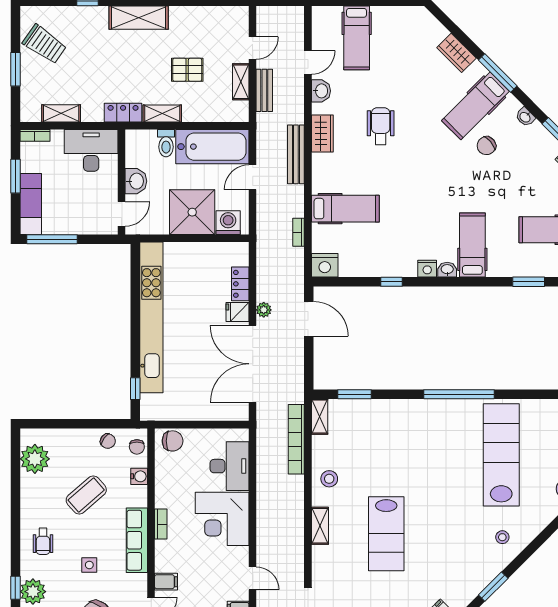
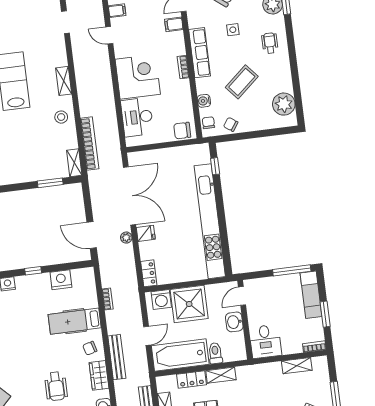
locker: (123, 113) -> (192, 380), moved
desk: (91, 150) -> (265, 341), width x0.73
chair: (330, 171) -> (90, 348), added
nightstand: (325, 265) -> (61, 280), moved
locker: (240, 284) -> (149, 273), moved

